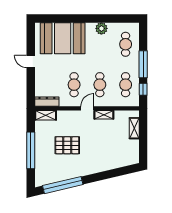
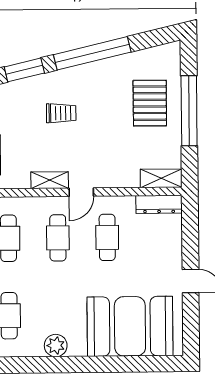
pallet: (67, 145) -> (150, 103), moved, turned 90
trolley: (97, 150) -> (61, 113), added
window: (117, 172) -> (24, 70), added
window: (63, 185) -> (92, 53), moved

